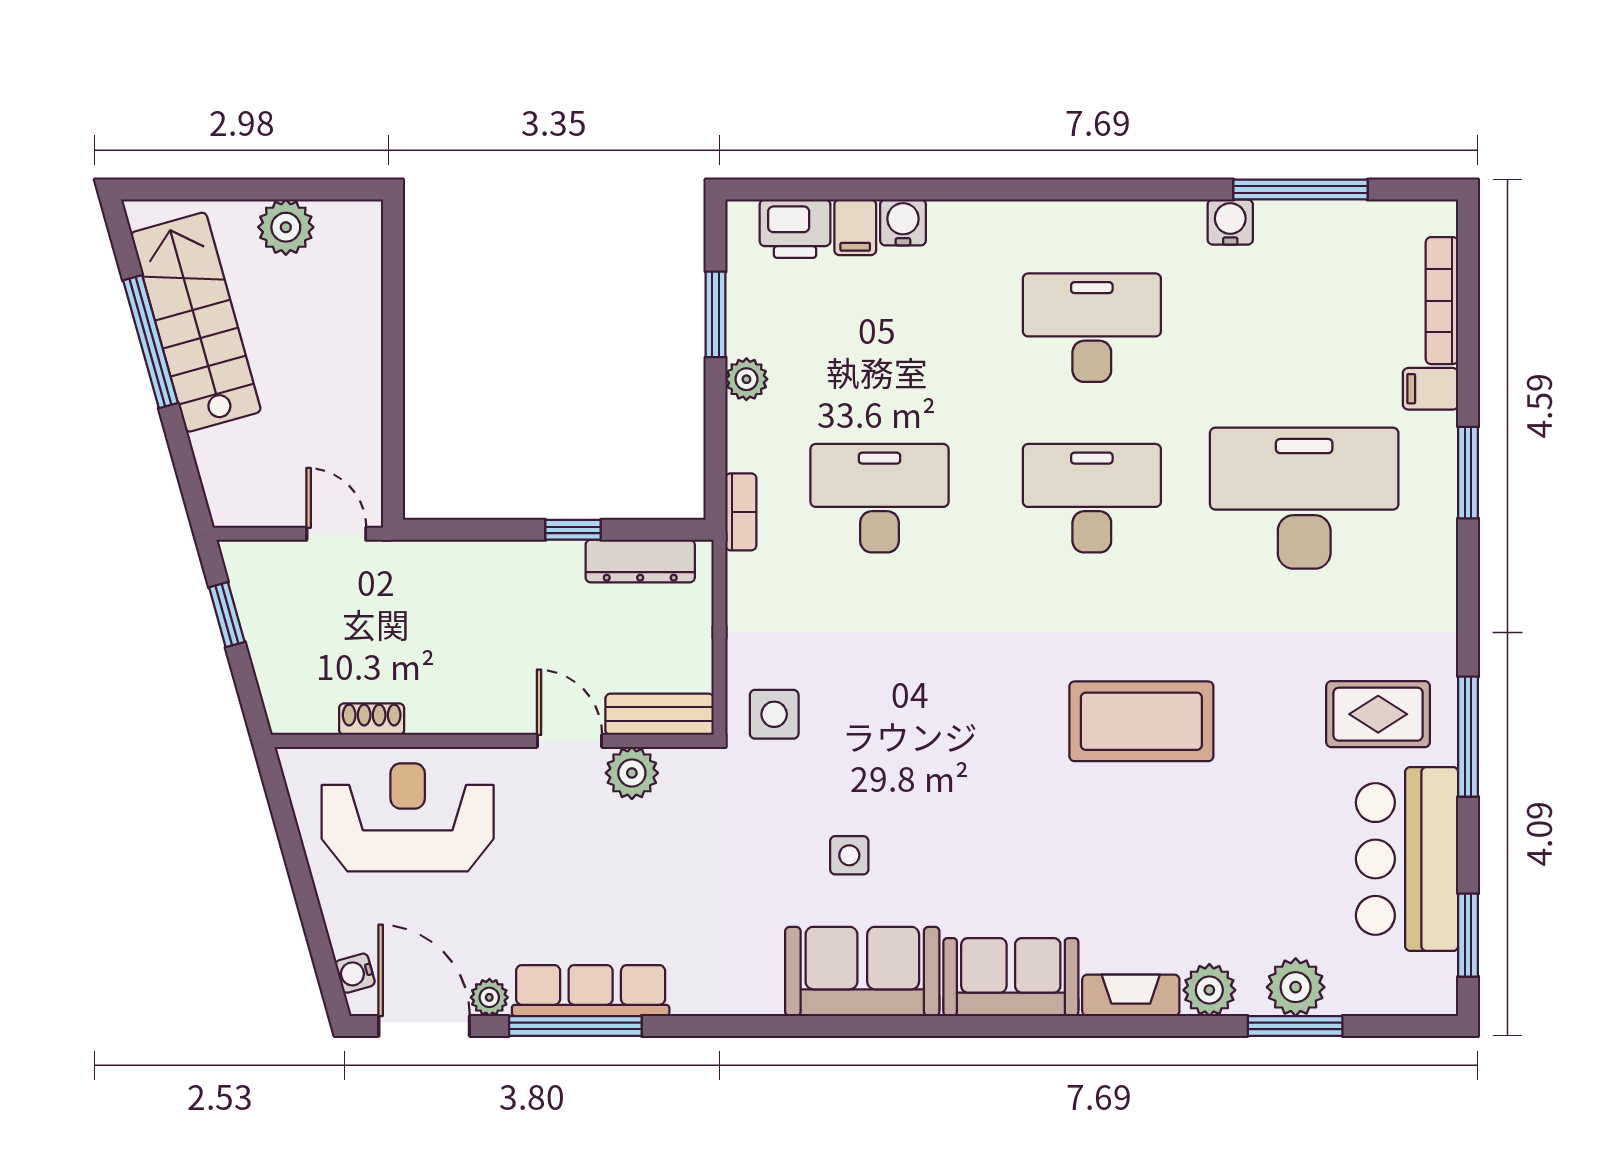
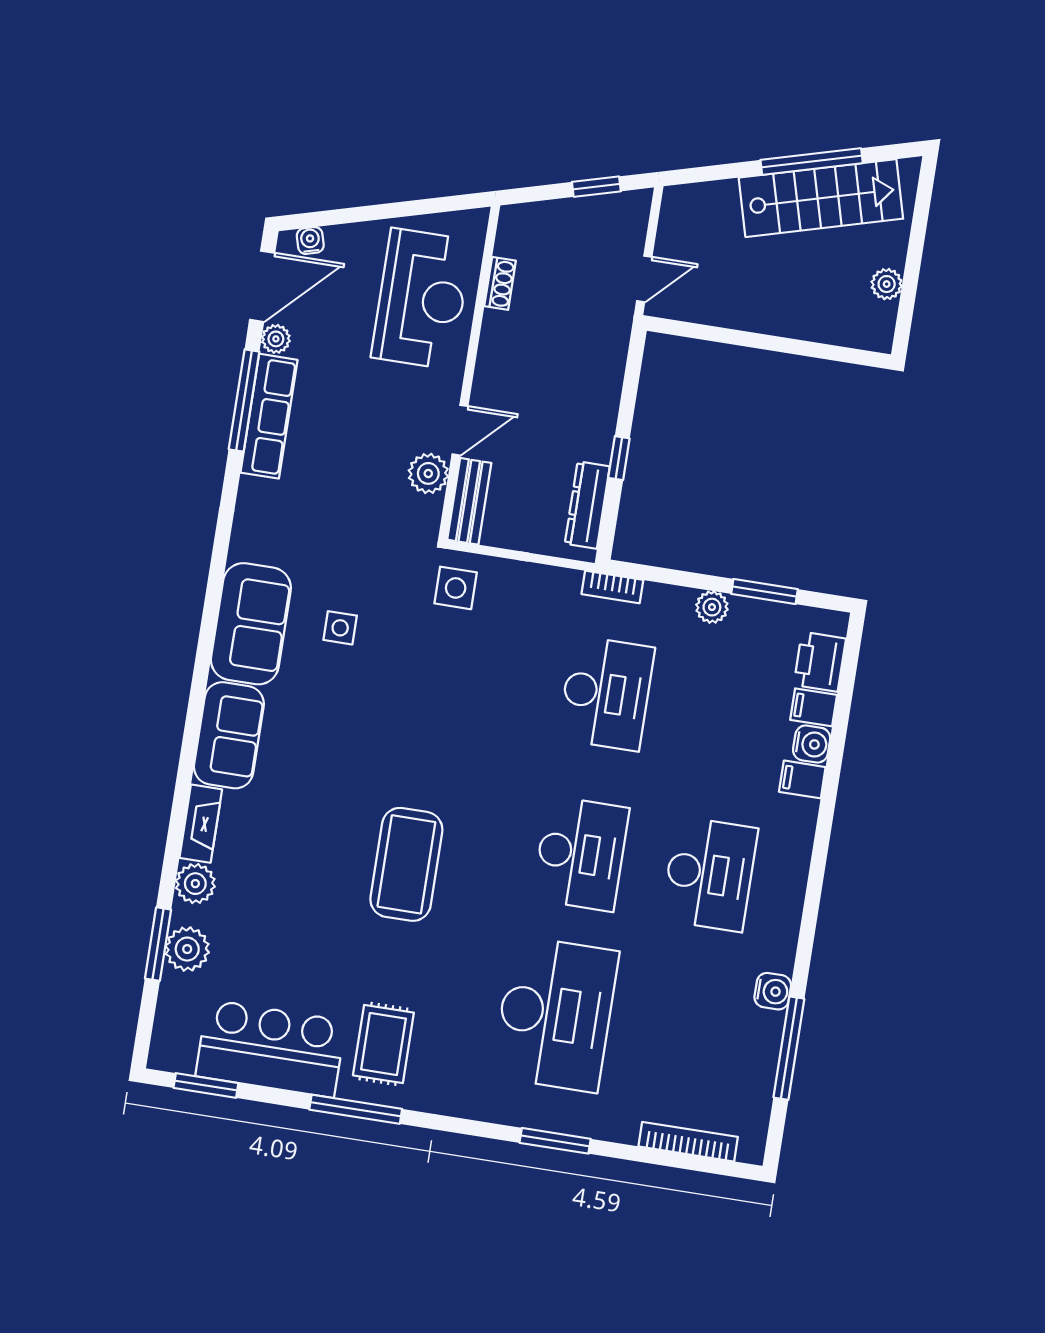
plant: (286, 227) -> (887, 284), width x0.73, depth x0.73
filing cabinet: (1431, 389) -> (802, 779), moved, turned -90

